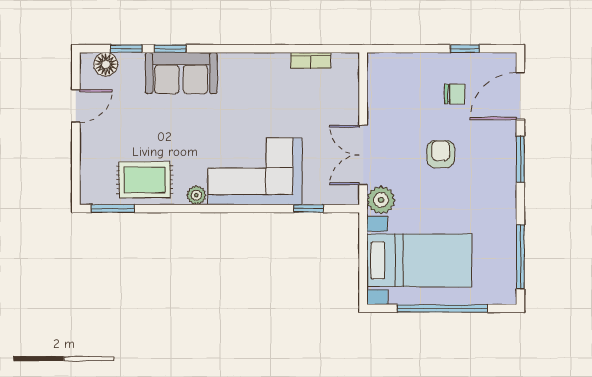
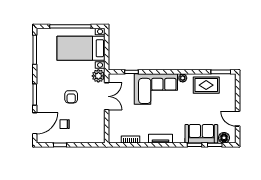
tv unit: (245, 62) -> (160, 139), added
sofa: (181, 73) -> (201, 134), moved
door: (76, 106) -> (238, 119), hinge flipped

